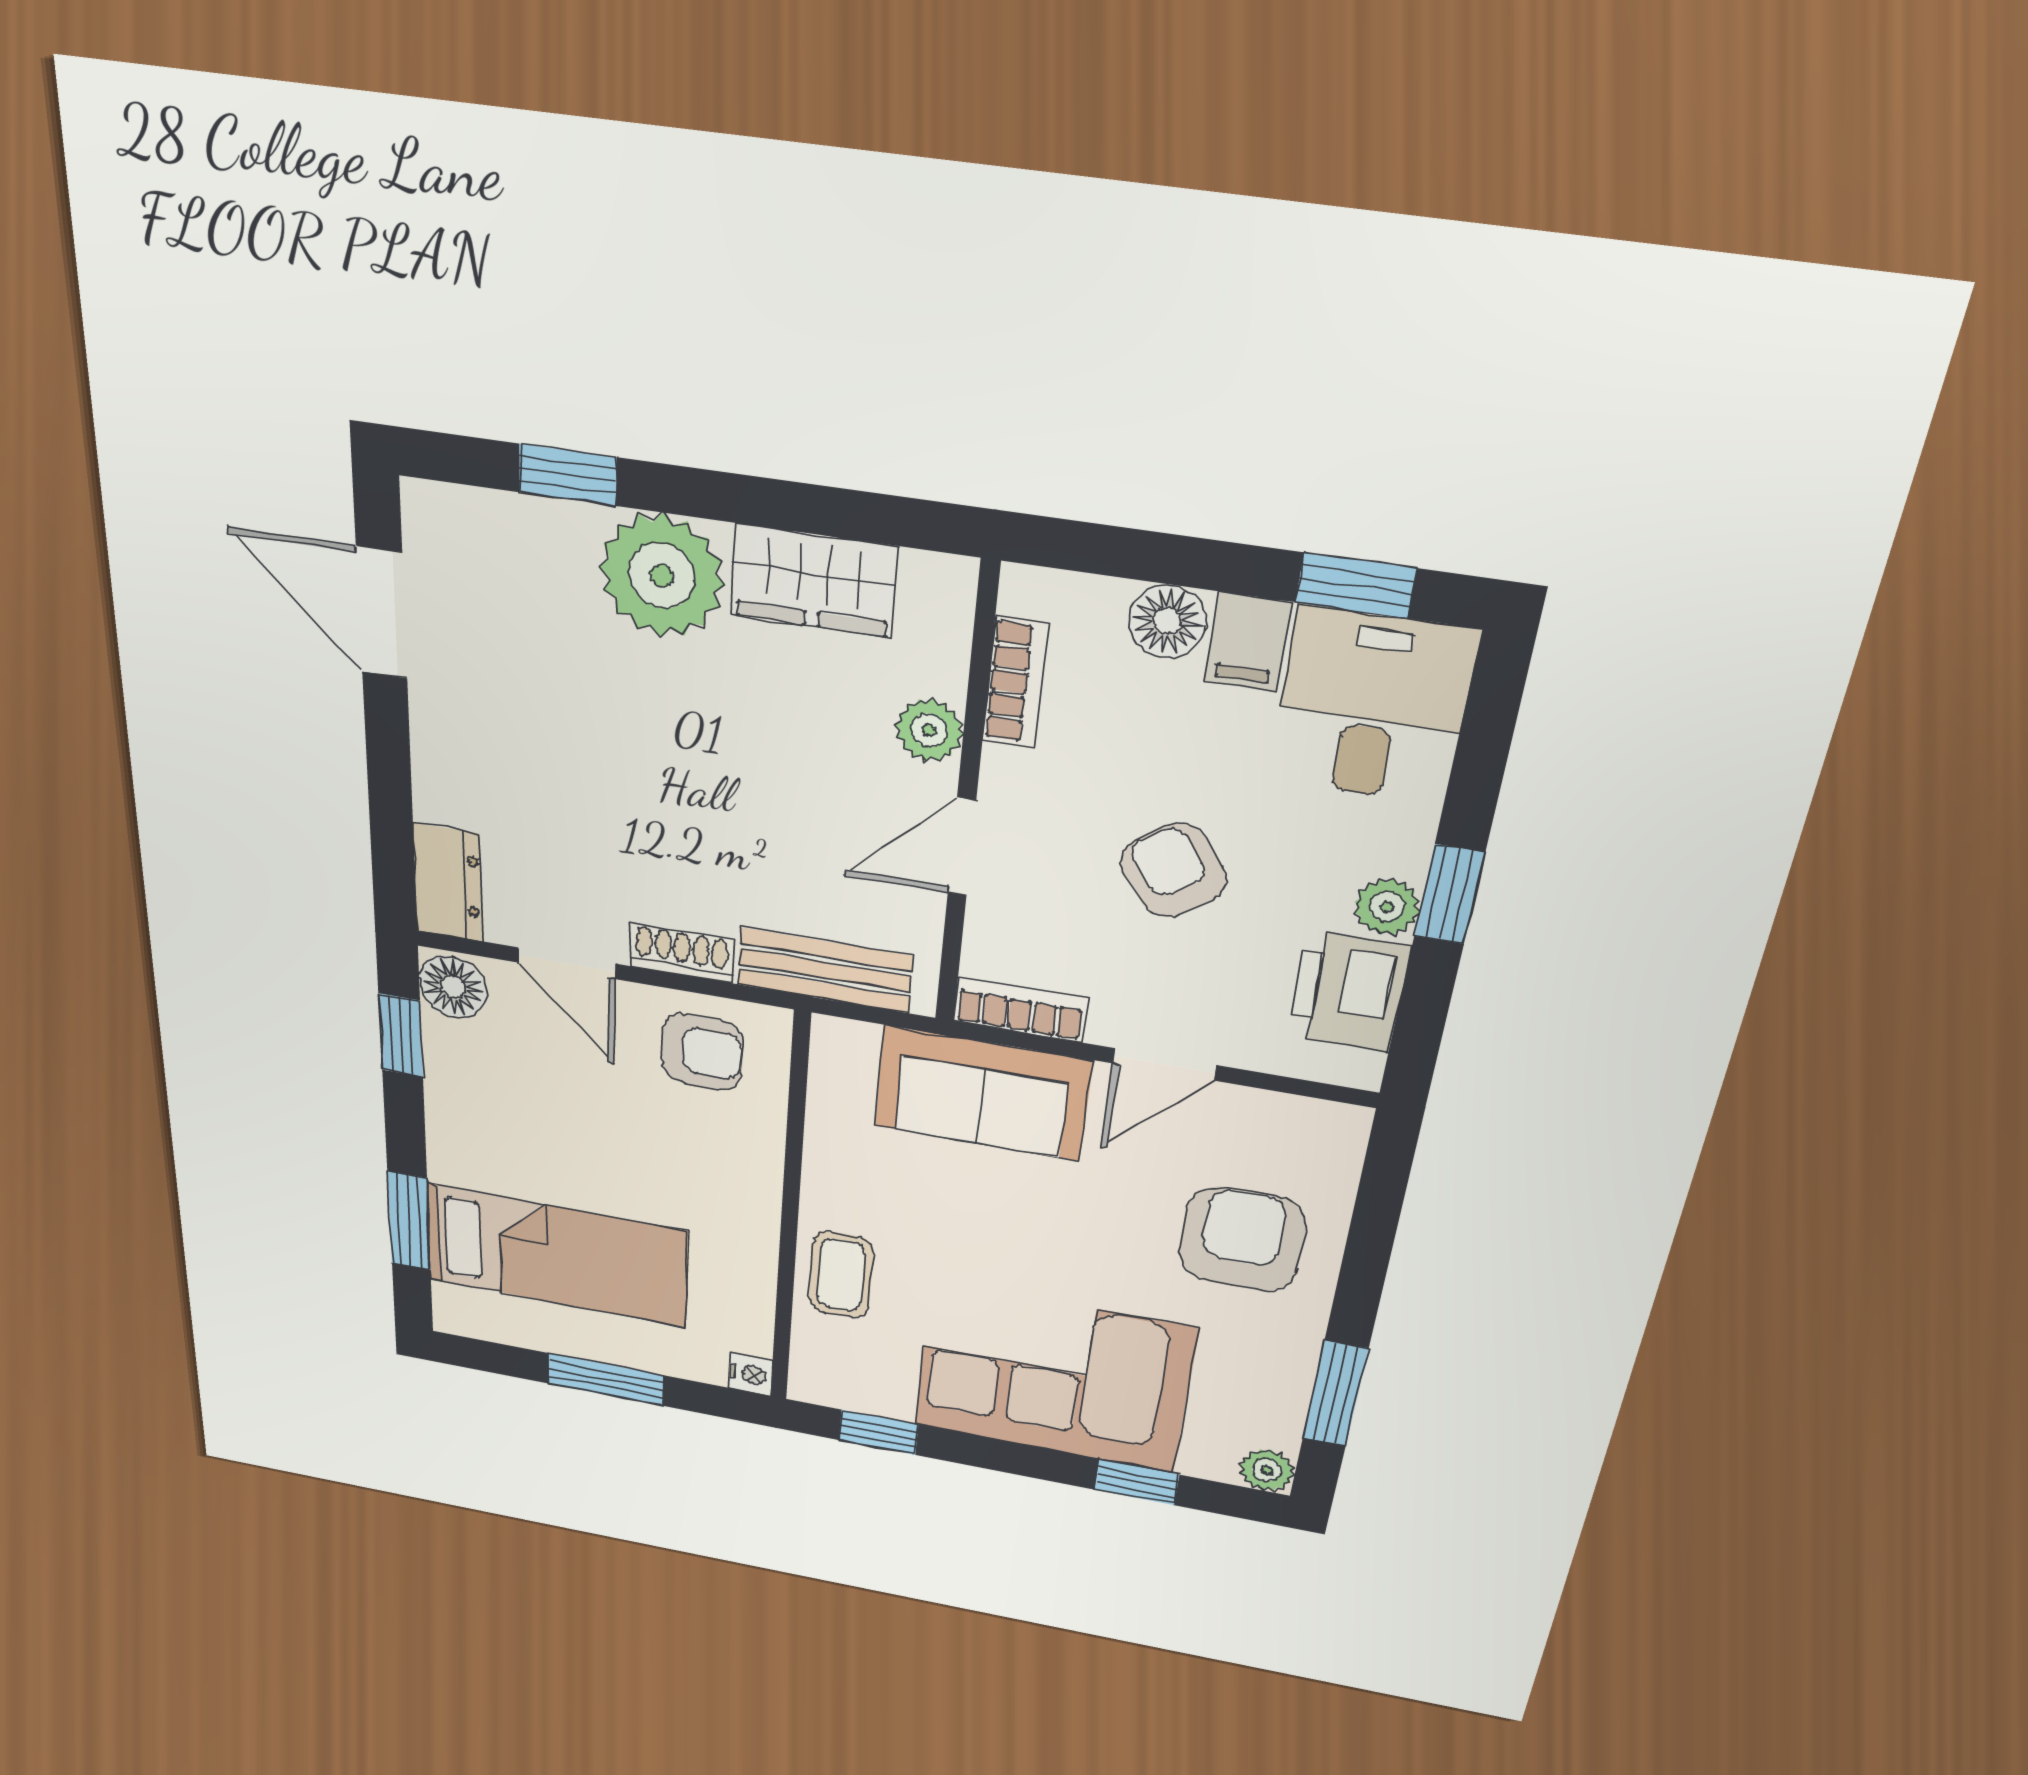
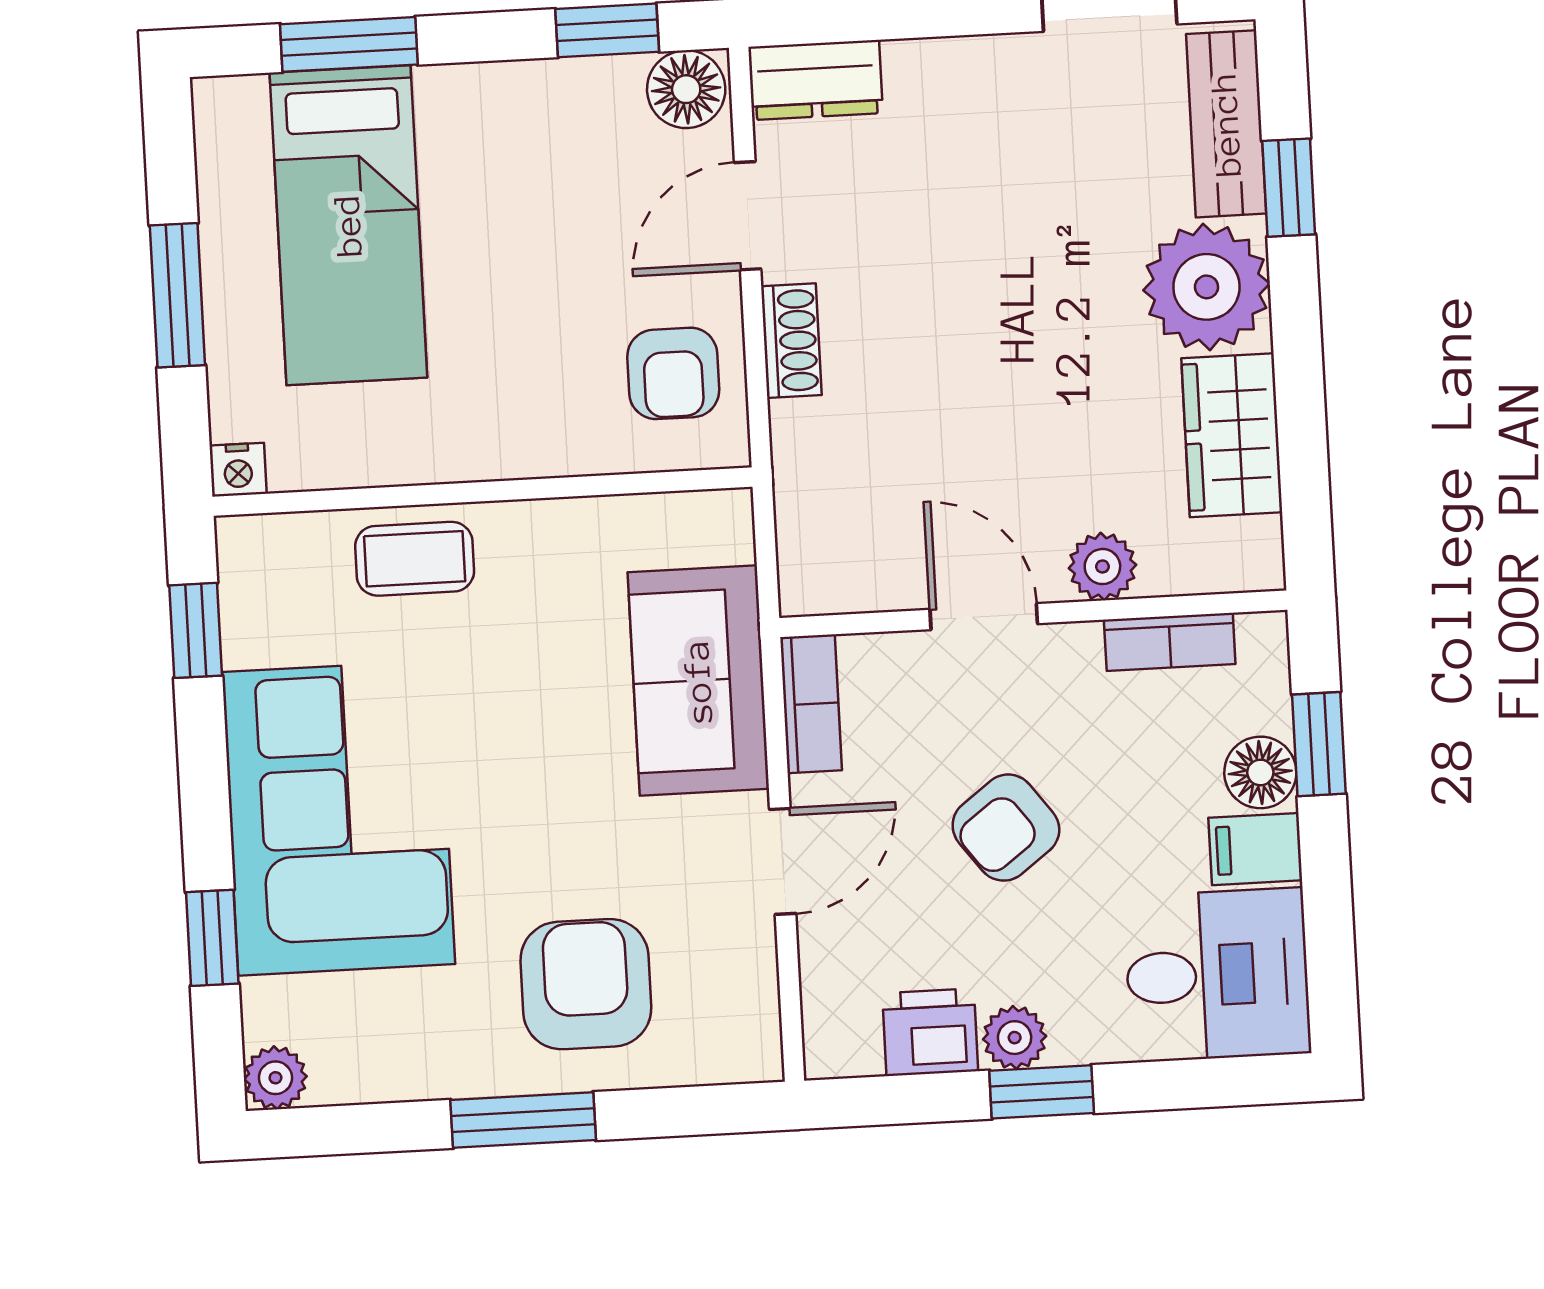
window: (1356, 585) -> (1319, 744), moved
armchair: (1173, 871) -> (1006, 828), turned 180
bench: (824, 970) -> (1226, 124), moved
printer: (1348, 991) -> (930, 1032), width x0.73, depth x0.81
door: (1164, 1064) -> (783, 861), swing flipped
armchair: (1242, 1239) -> (586, 984), turned -90
window: (1335, 1394) -> (523, 1120), moved

